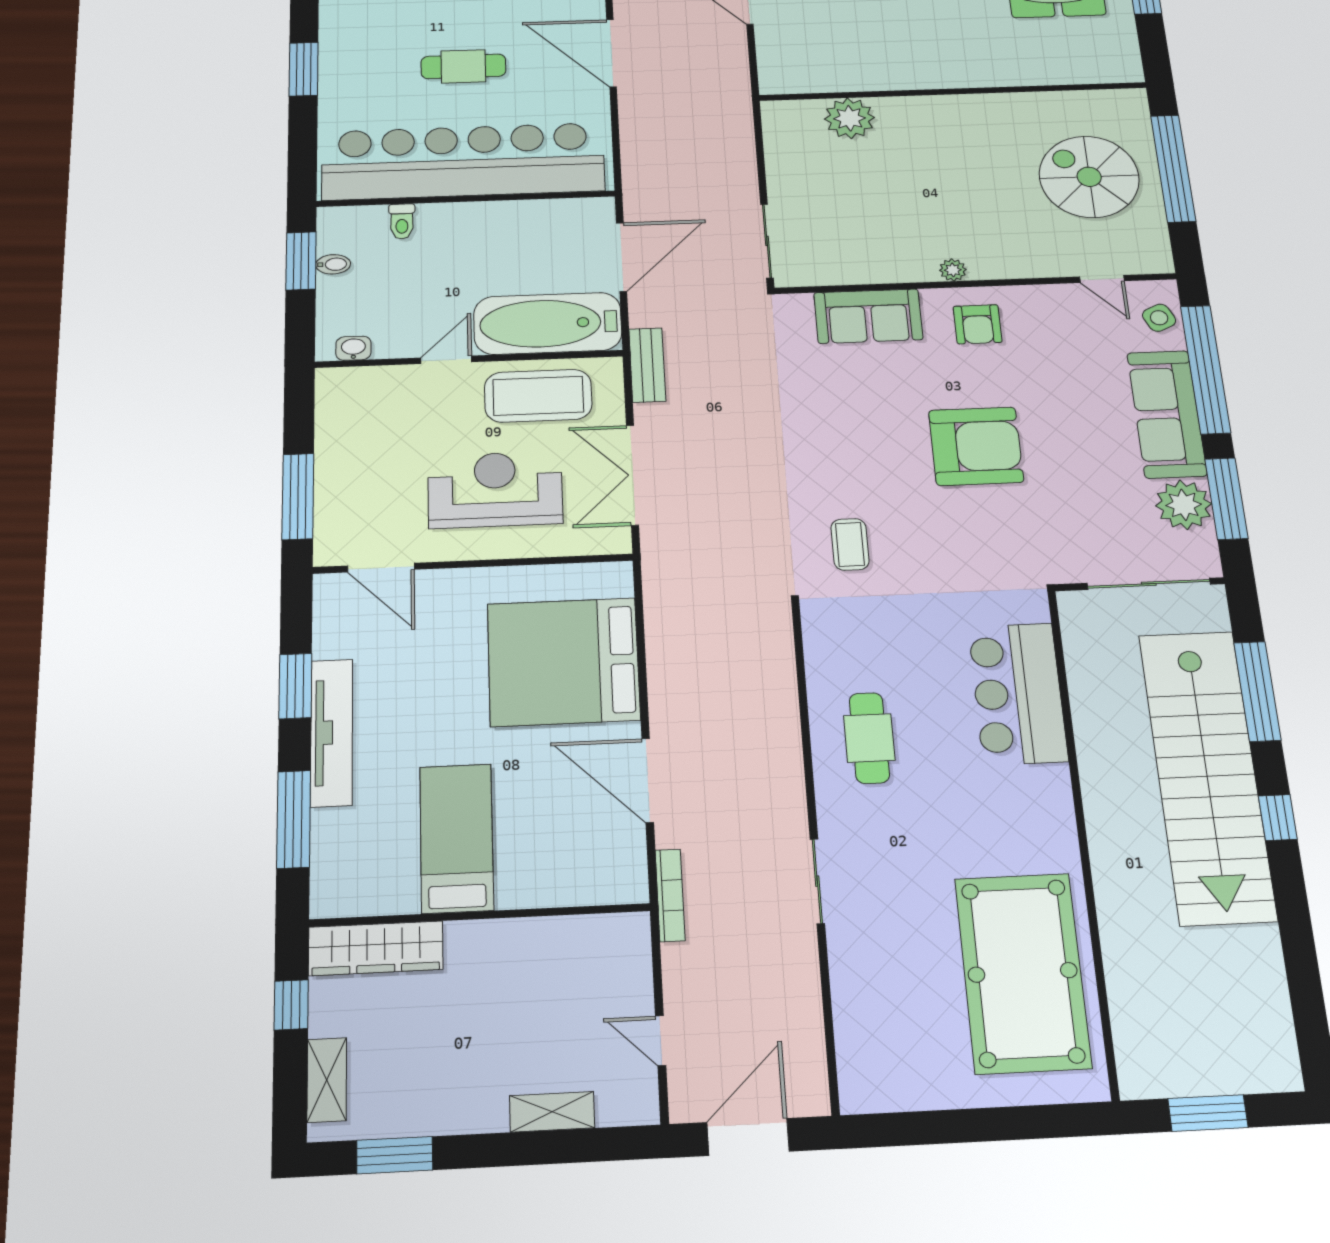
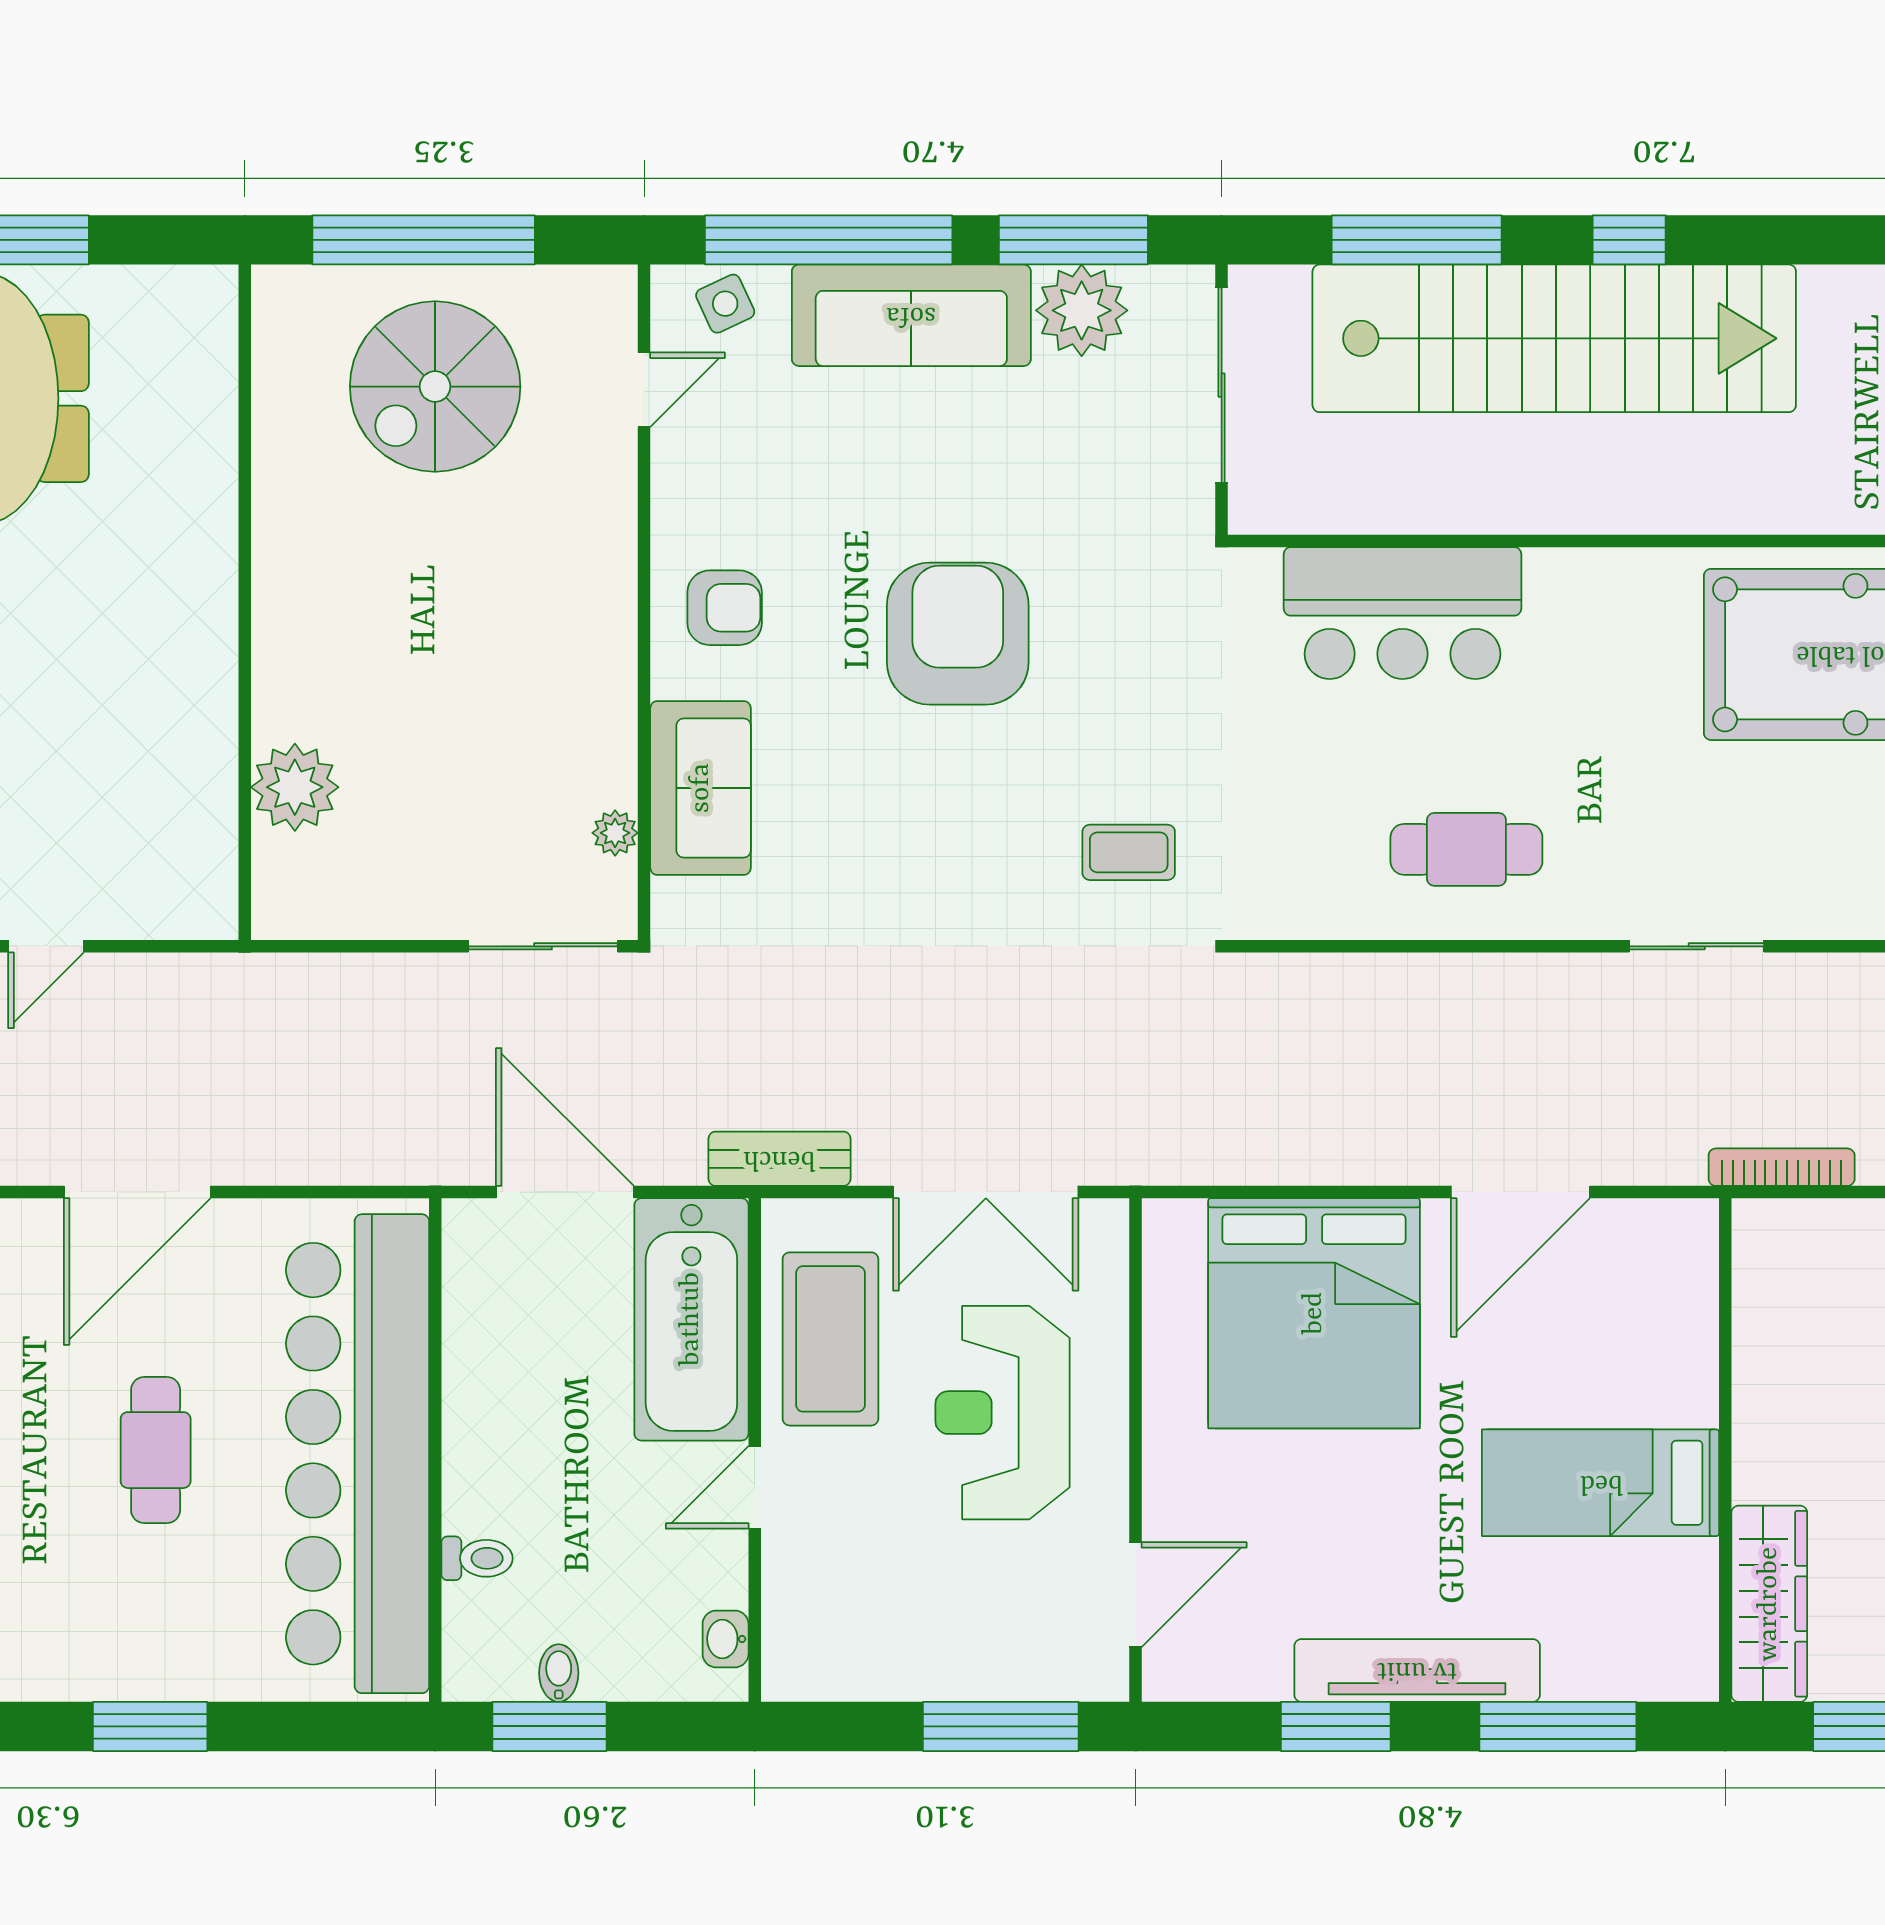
plant: (953, 270) -> (615, 833), moved
door: (446, 360) -> (755, 1487), hinge flipped
bookcase: (670, 895) -> (1782, 1167), moved

